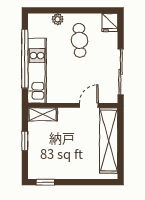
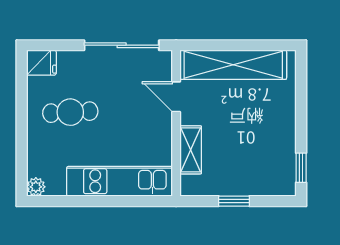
plant: (58, 19) -> (36, 187), moved
window: (25, 59) -> (100, 201), removed
shelving: (43, 114) -> (191, 150), moved

